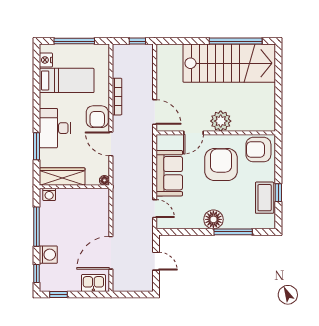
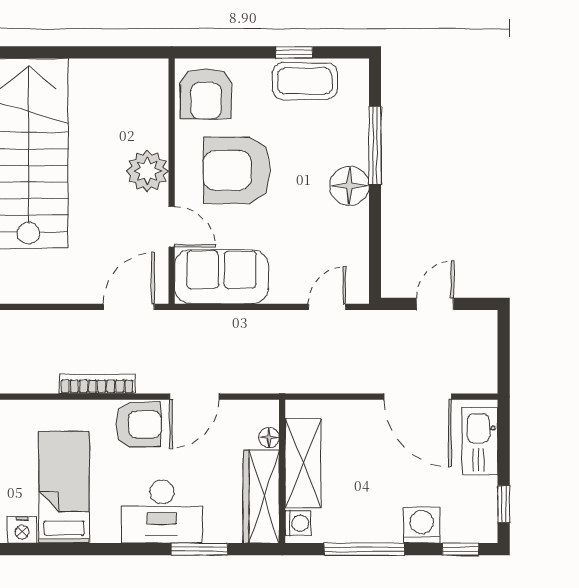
sofa: (169, 173) -> (221, 277), moved
floor lamp: (104, 180) -> (269, 437), moved
shelving: (78, 197) -> (303, 463), added
kitchen sink: (93, 283) -> (480, 442), width x1.38

